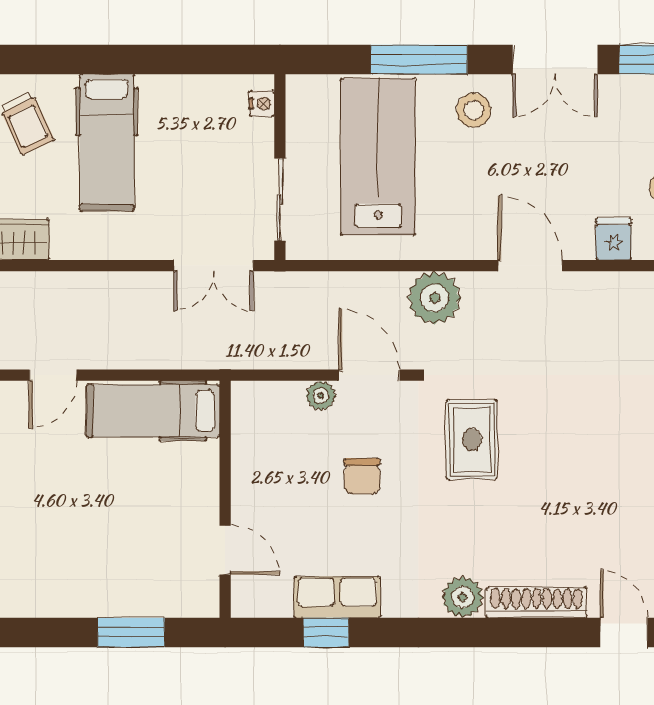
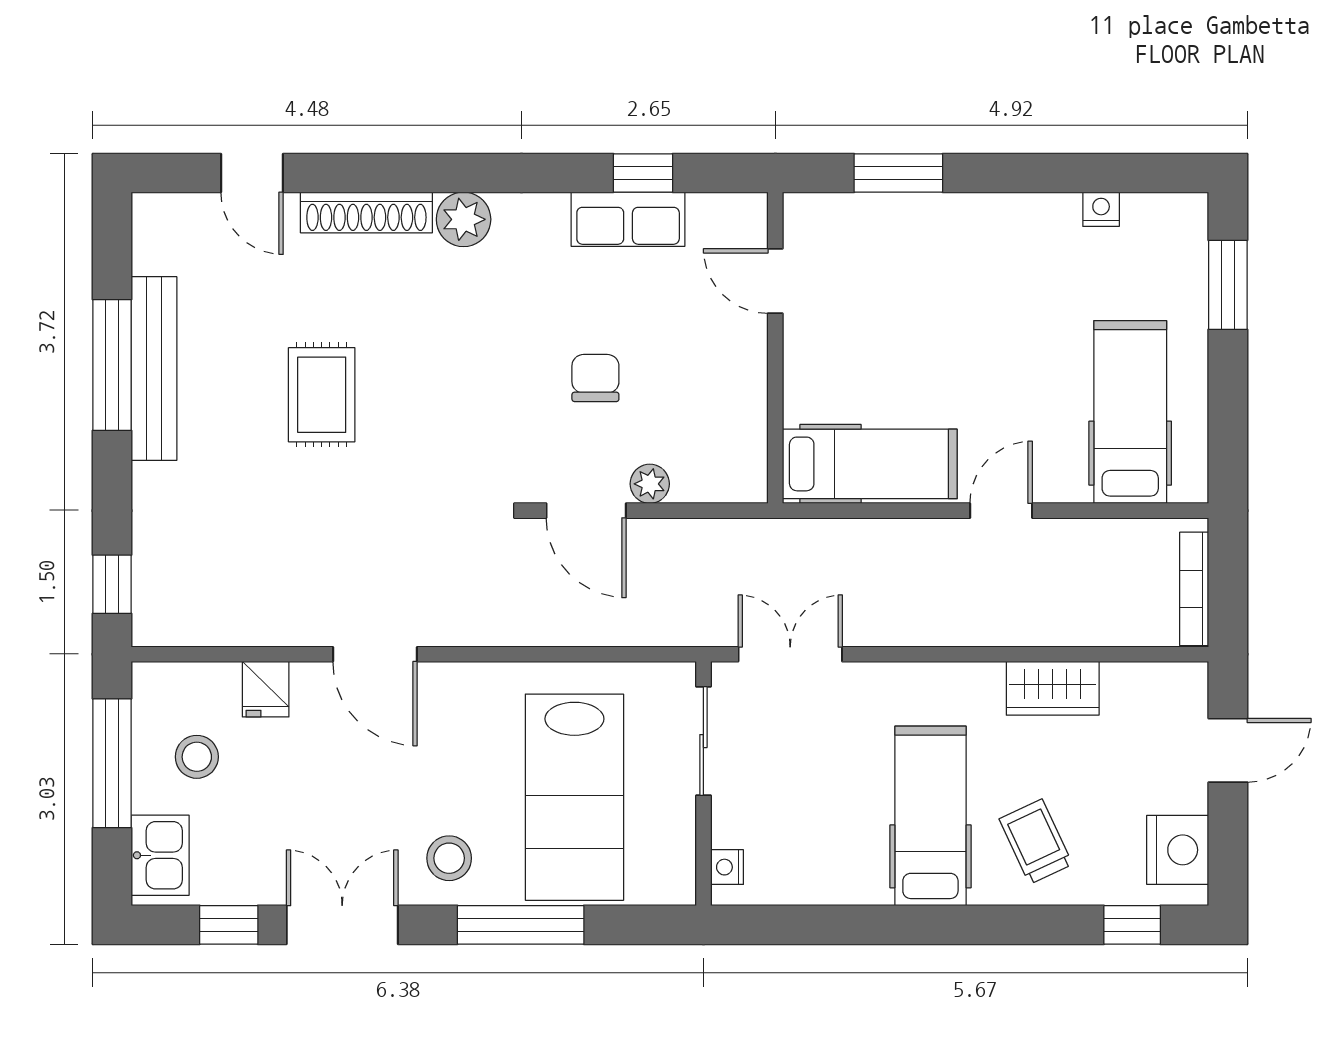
plant: (434, 298) -> (501, 612), removed
rug: (472, 440) -> (322, 395), moved

